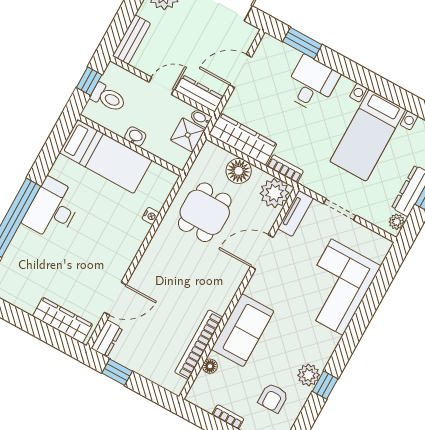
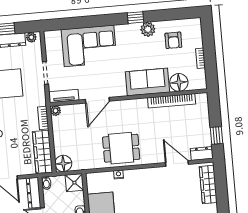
shower: (188, 135) -> (74, 183), moved
floor lamp: (239, 171) -> (63, 163), moved
plant: (274, 193) -> (56, 111), width x0.53, depth x0.53
dining table: (205, 212) -> (121, 148), moved
door: (262, 252) -> (97, 100), hinge flipped
floor lamp: (210, 366) -> (179, 82), width x1.89, depth x1.89
window: (325, 385) -> (136, 18), moved
armchair: (273, 398) -> (173, 40), turned 90

